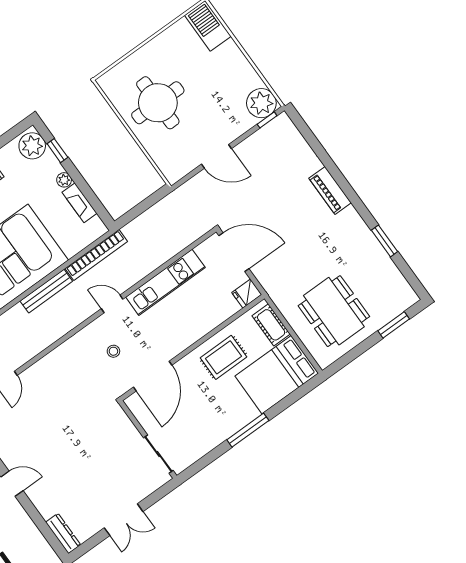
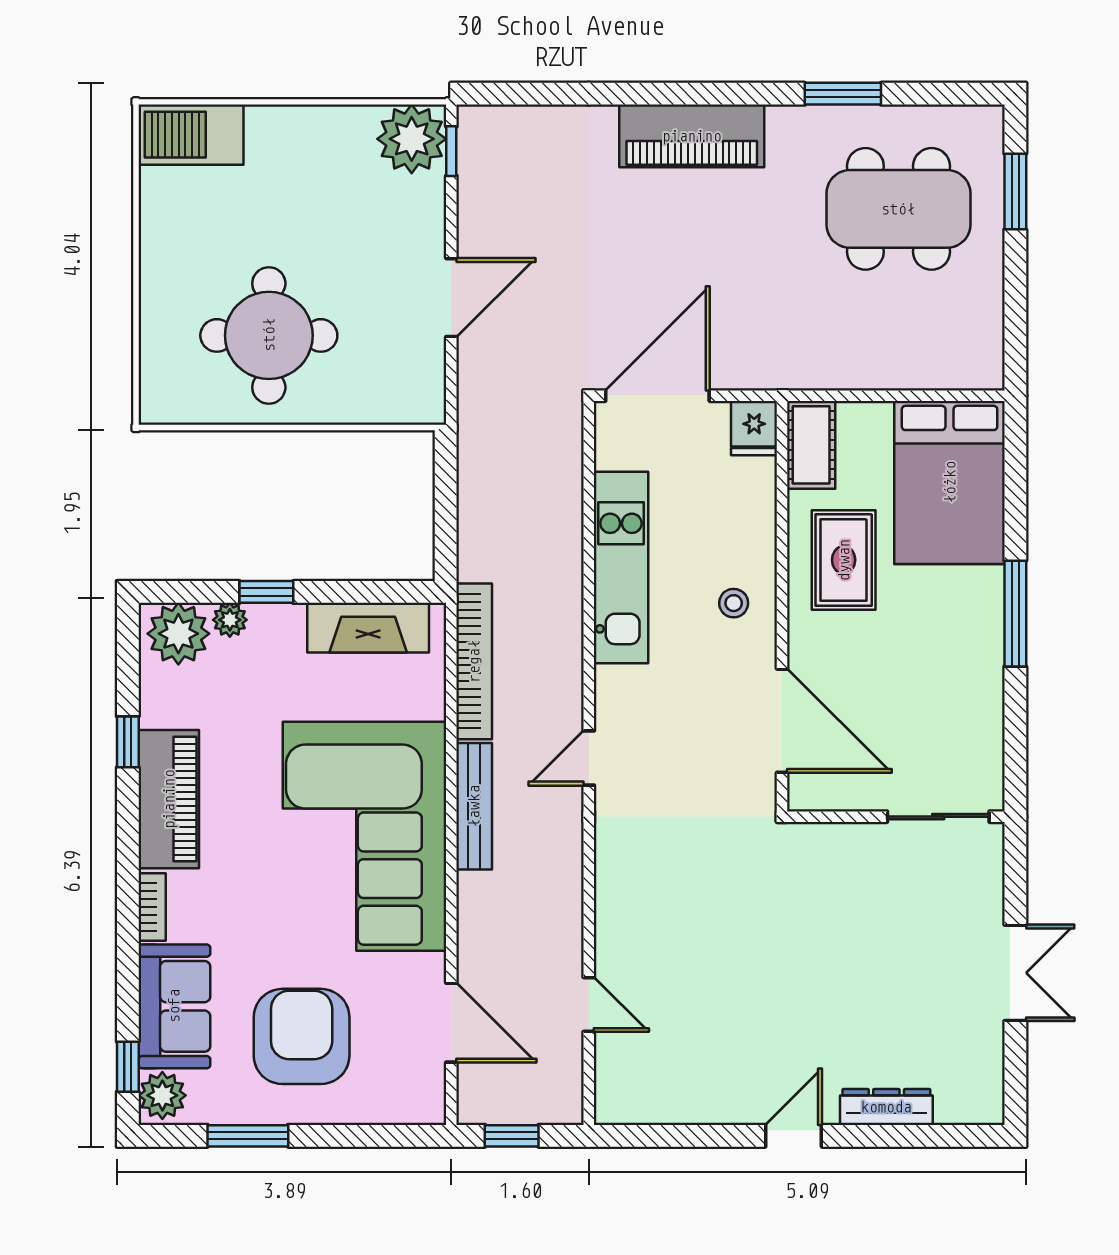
window: (57, 151) -> (266, 592), moved
plant: (64, 180) -> (230, 620), moved
piano: (330, 191) -> (692, 136), width x1.37, depth x1.33
fireplace: (80, 203) -> (368, 628), width x1.37, depth x1.32
door: (112, 304) -> (589, 758), moved
dining table: (334, 311) -> (898, 209), moved
cot: (271, 325) -> (811, 445), moved, turned 90
stool: (113, 351) -> (734, 603), moved
dresser: (63, 533) -> (886, 1107), moved

